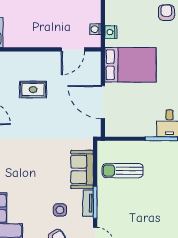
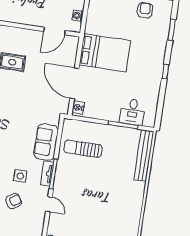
nightstand: (111, 32) -> (78, 108), moved

